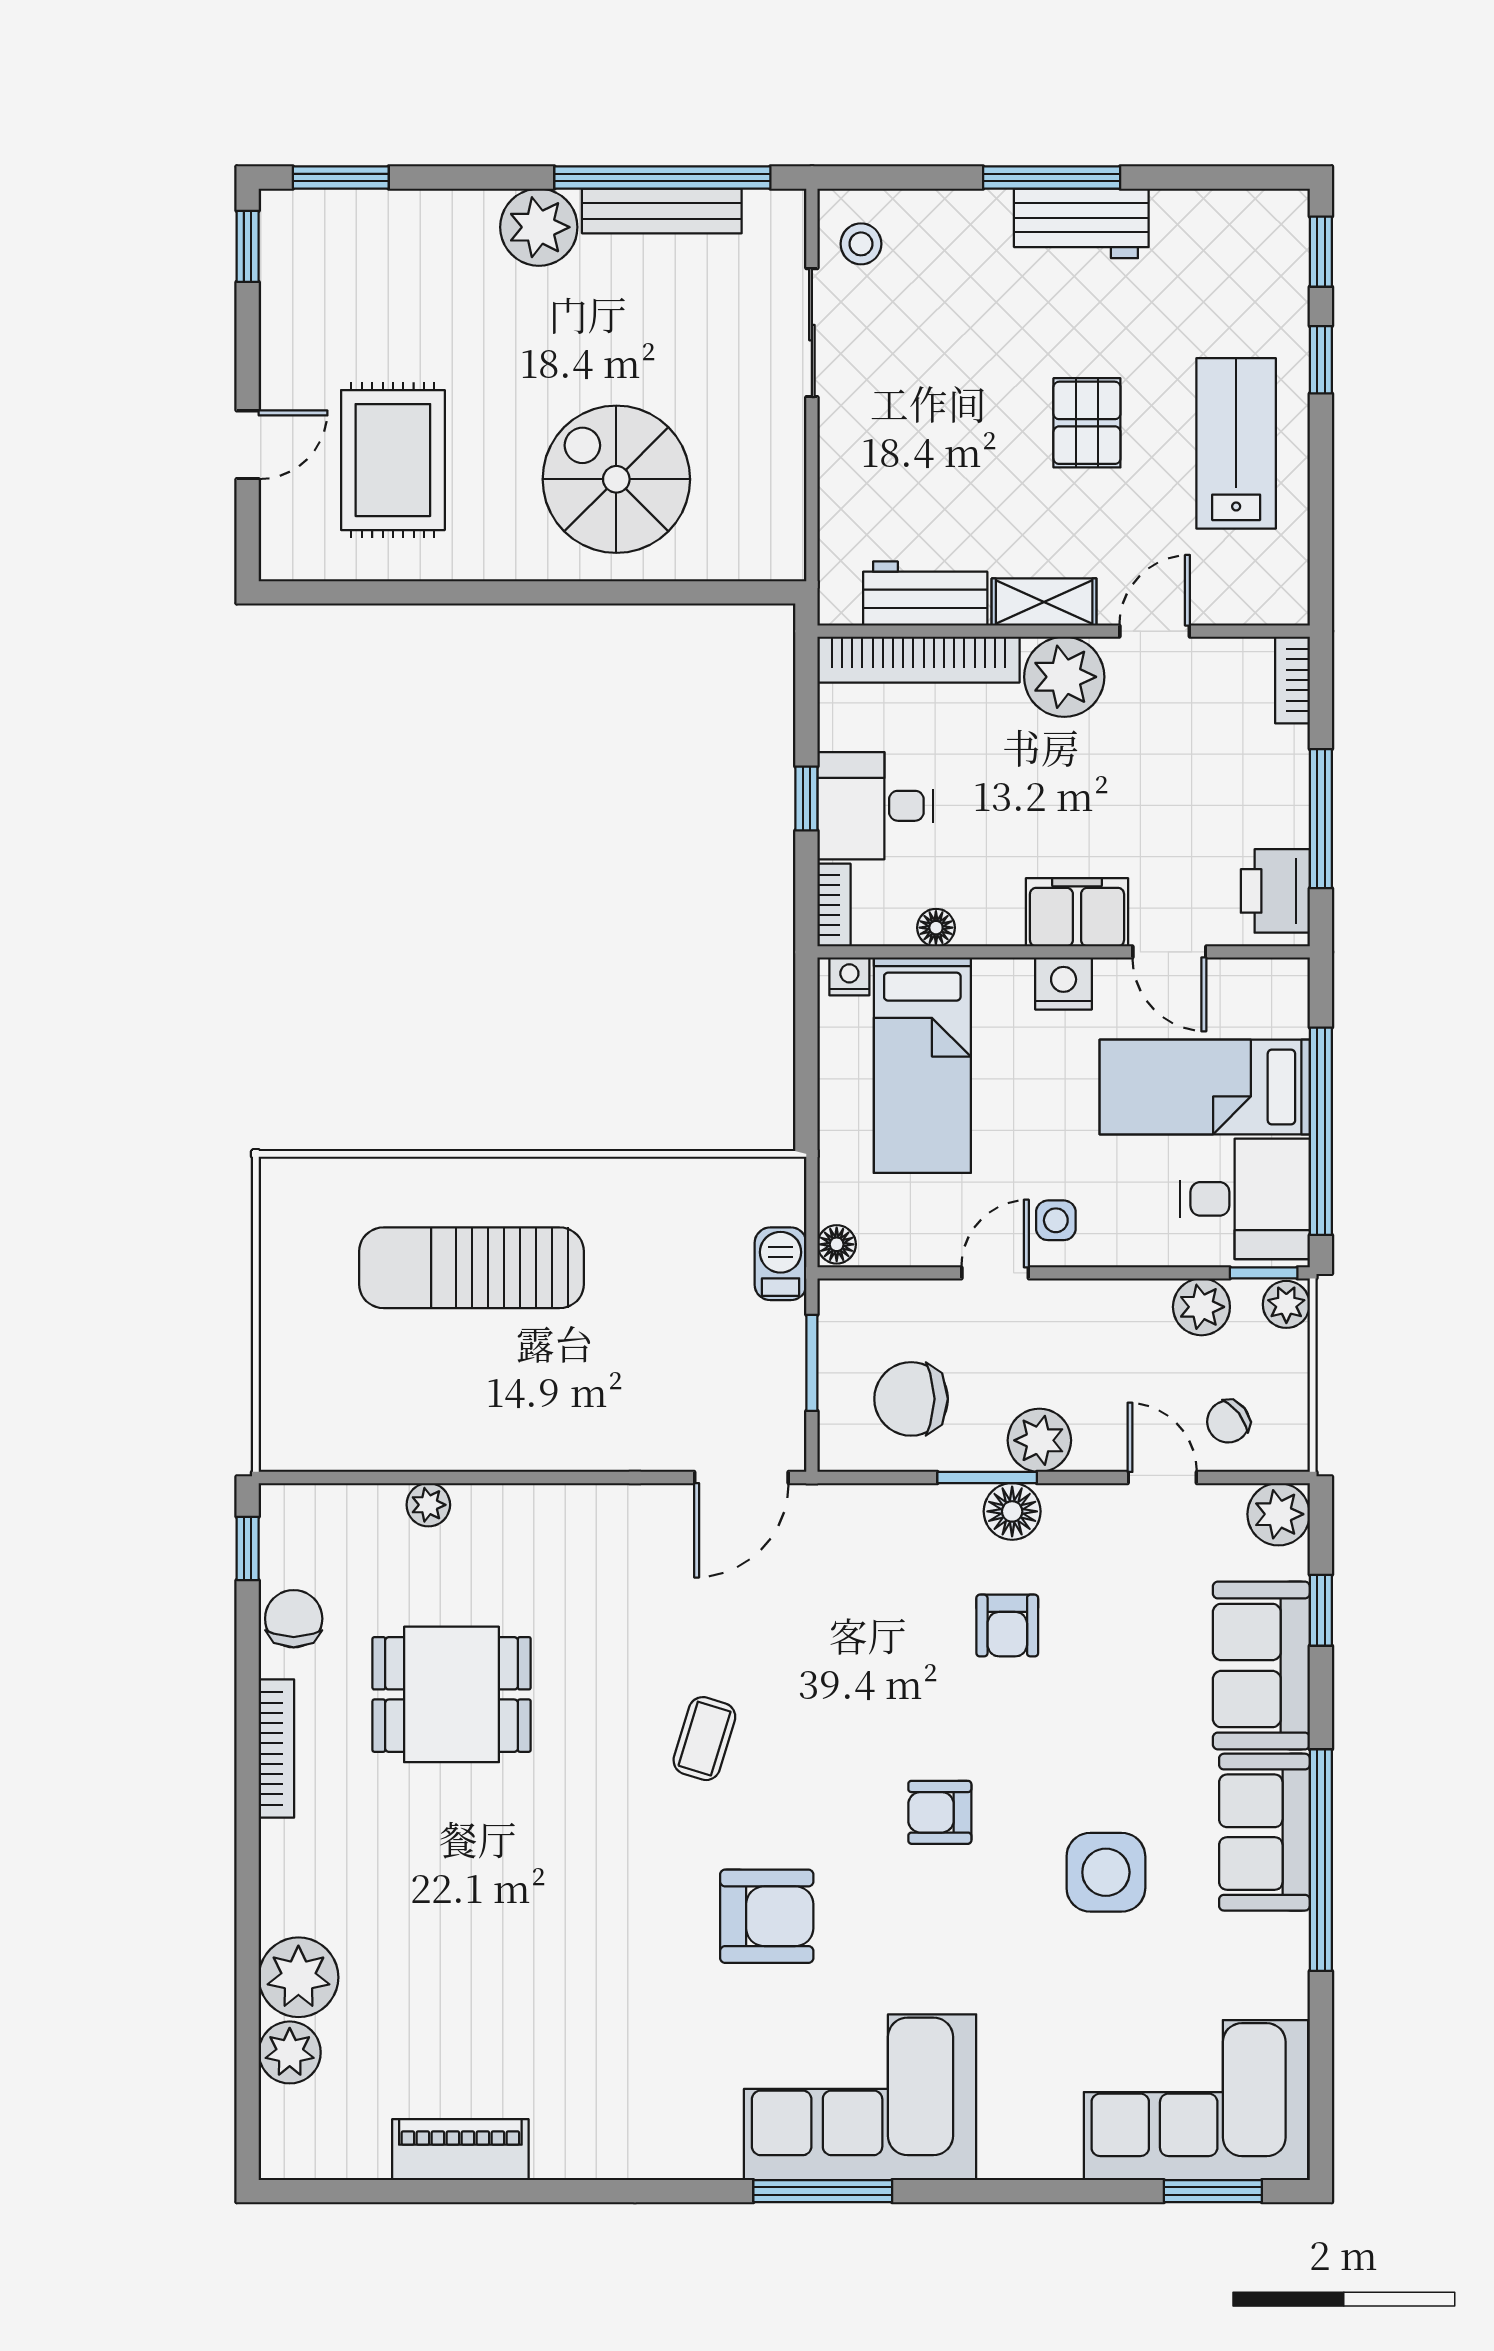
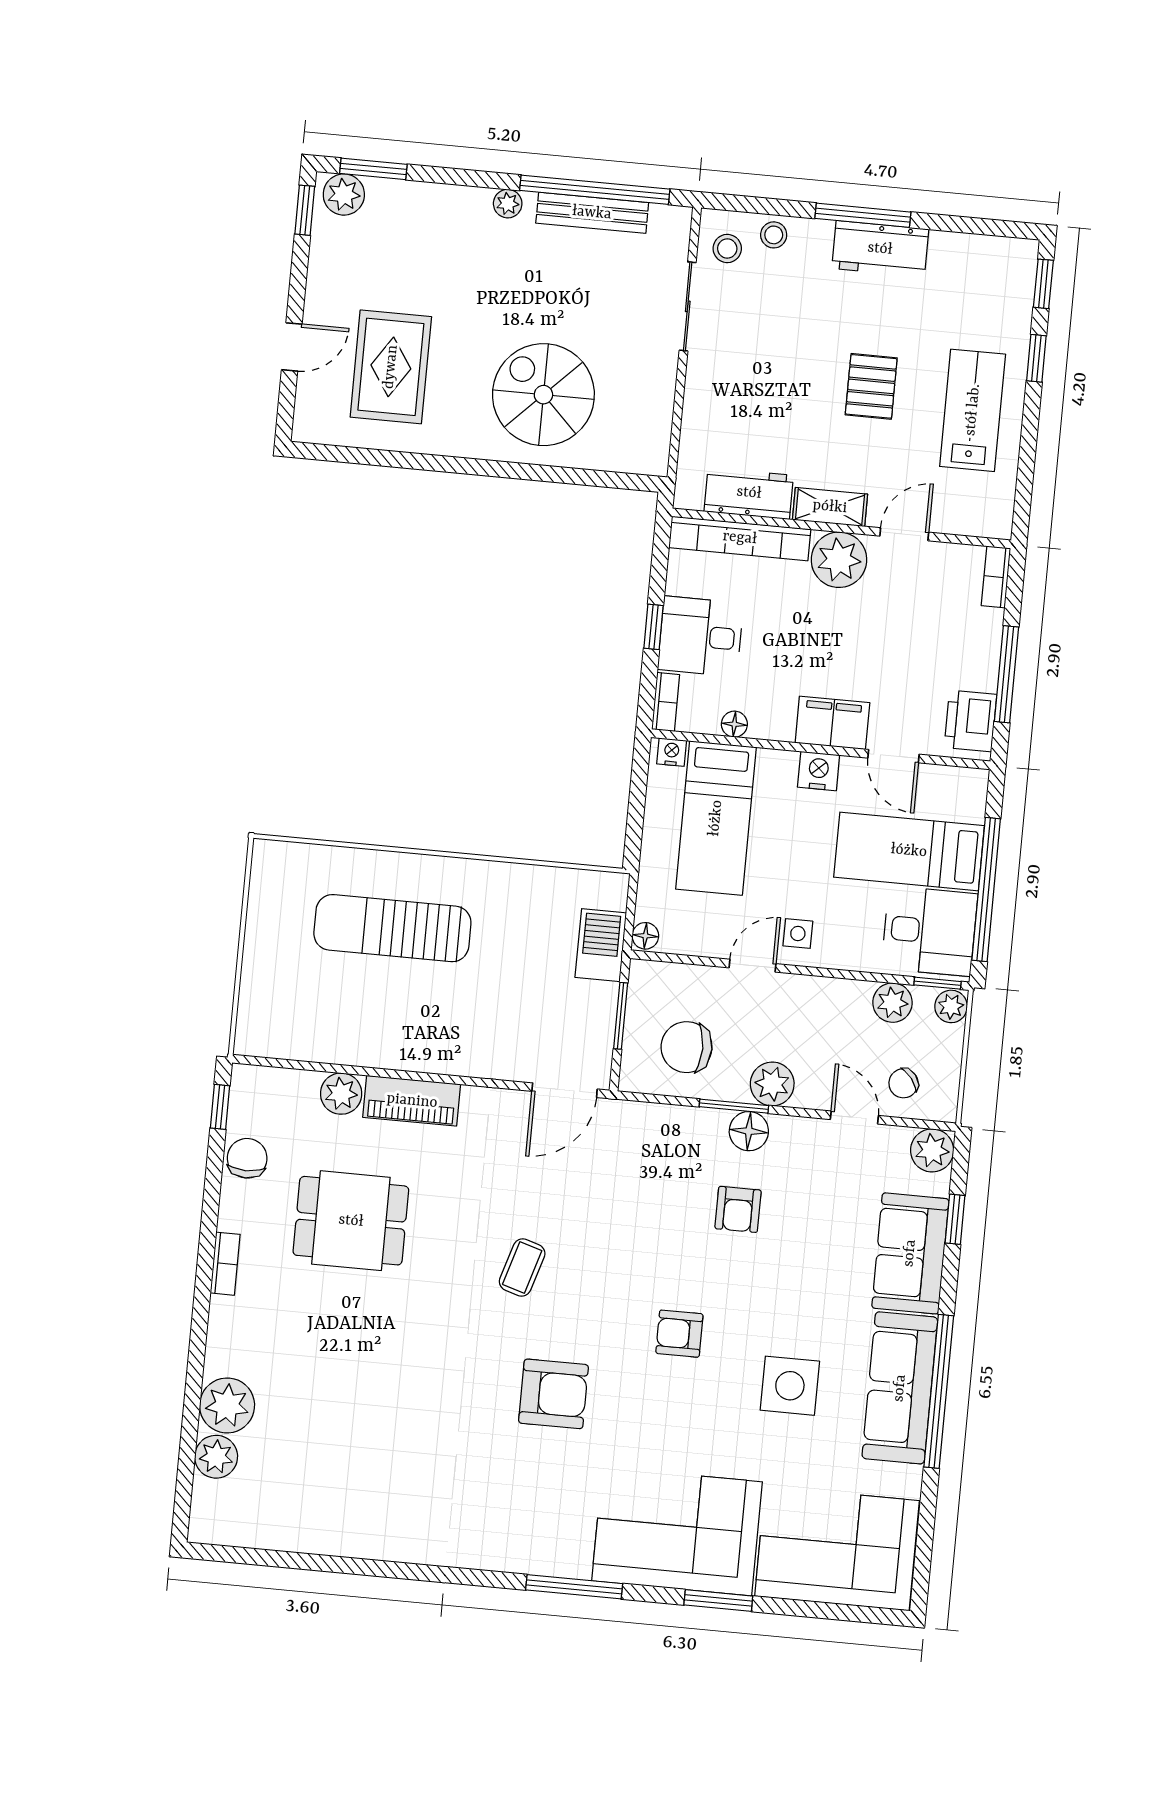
plant: (302, 218) -> (344, 195), added
stool: (926, 218) -> (774, 235), added
plant: (539, 227) -> (508, 204), width x0.53, depth x0.53
barbecue: (781, 1264) -> (601, 945), width x1.38, depth x1.27
plant: (428, 1505) -> (341, 1094), width x1.38, depth x1.38
bookcase: (276, 1748) -> (225, 1264), width x0.64
sofa: (1264, 1832) -> (900, 1388), width x1.36
corner sofa: (860, 2097) -> (677, 1531), moved
piano: (460, 2150) -> (412, 1101), moved, turned 180
window: (1213, 2191) -> (718, 1600), moved

